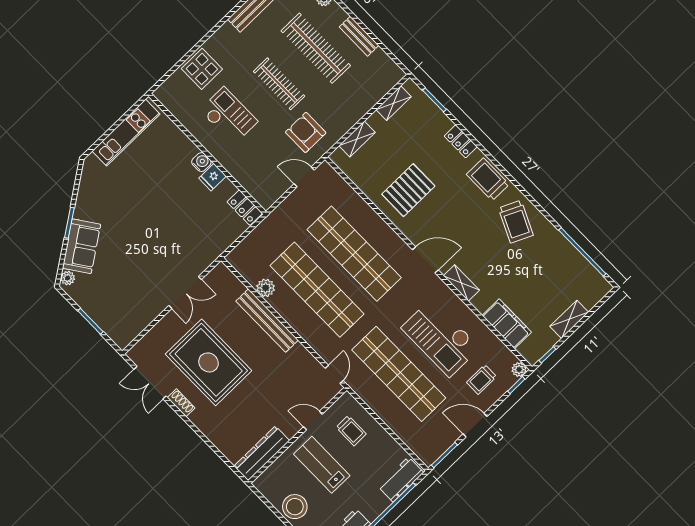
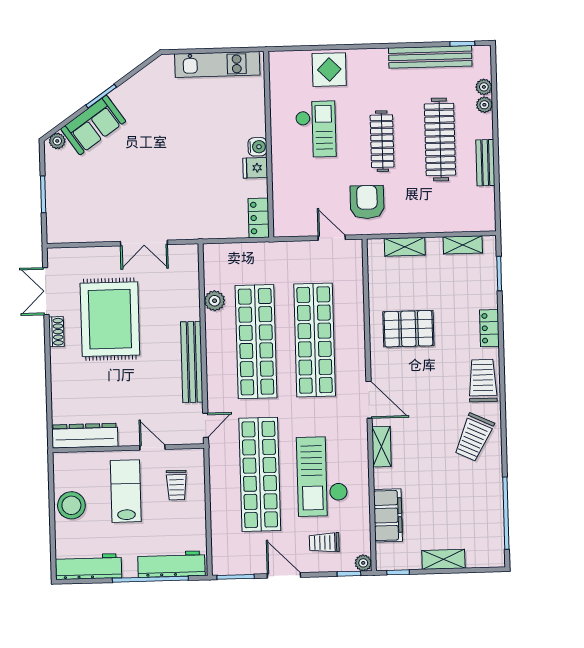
bench: (267, 321) -> (192, 362), moved
workbench: (401, 479) -> (171, 564), width x1.38

